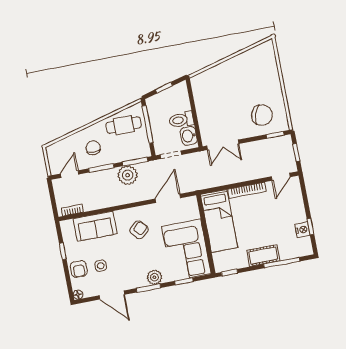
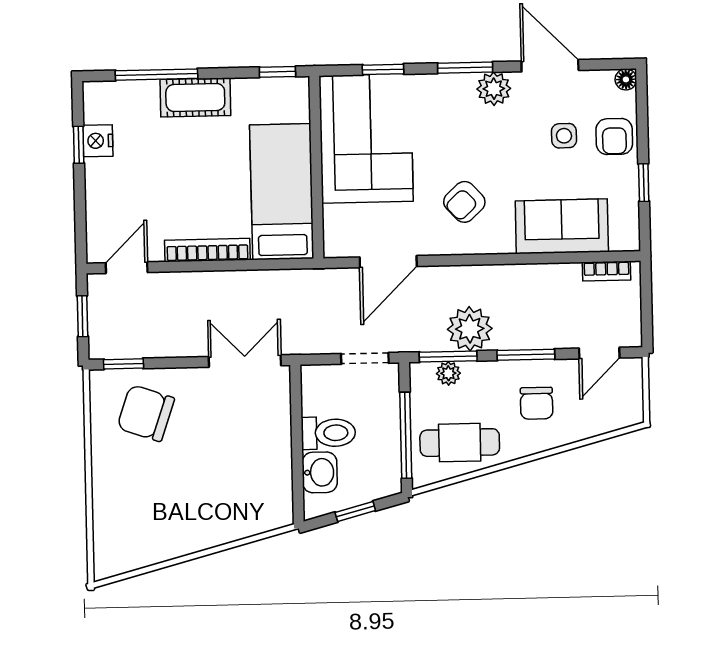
washbasin: (189, 136) -> (320, 472), moved
plant: (134, 154) -> (448, 373), added
armchair: (79, 269) -> (614, 136), turned 180
plant: (154, 277) -> (494, 89), moved

